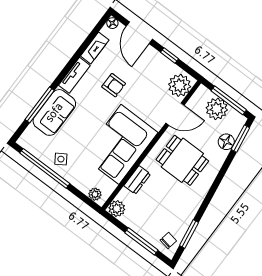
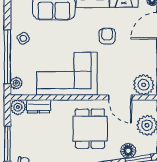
armchair: (114, 85) -> (107, 36), turned 180
window: (45, 168) -> (7, 57), moved
dresser: (137, 180) -> (39, 106), moved

